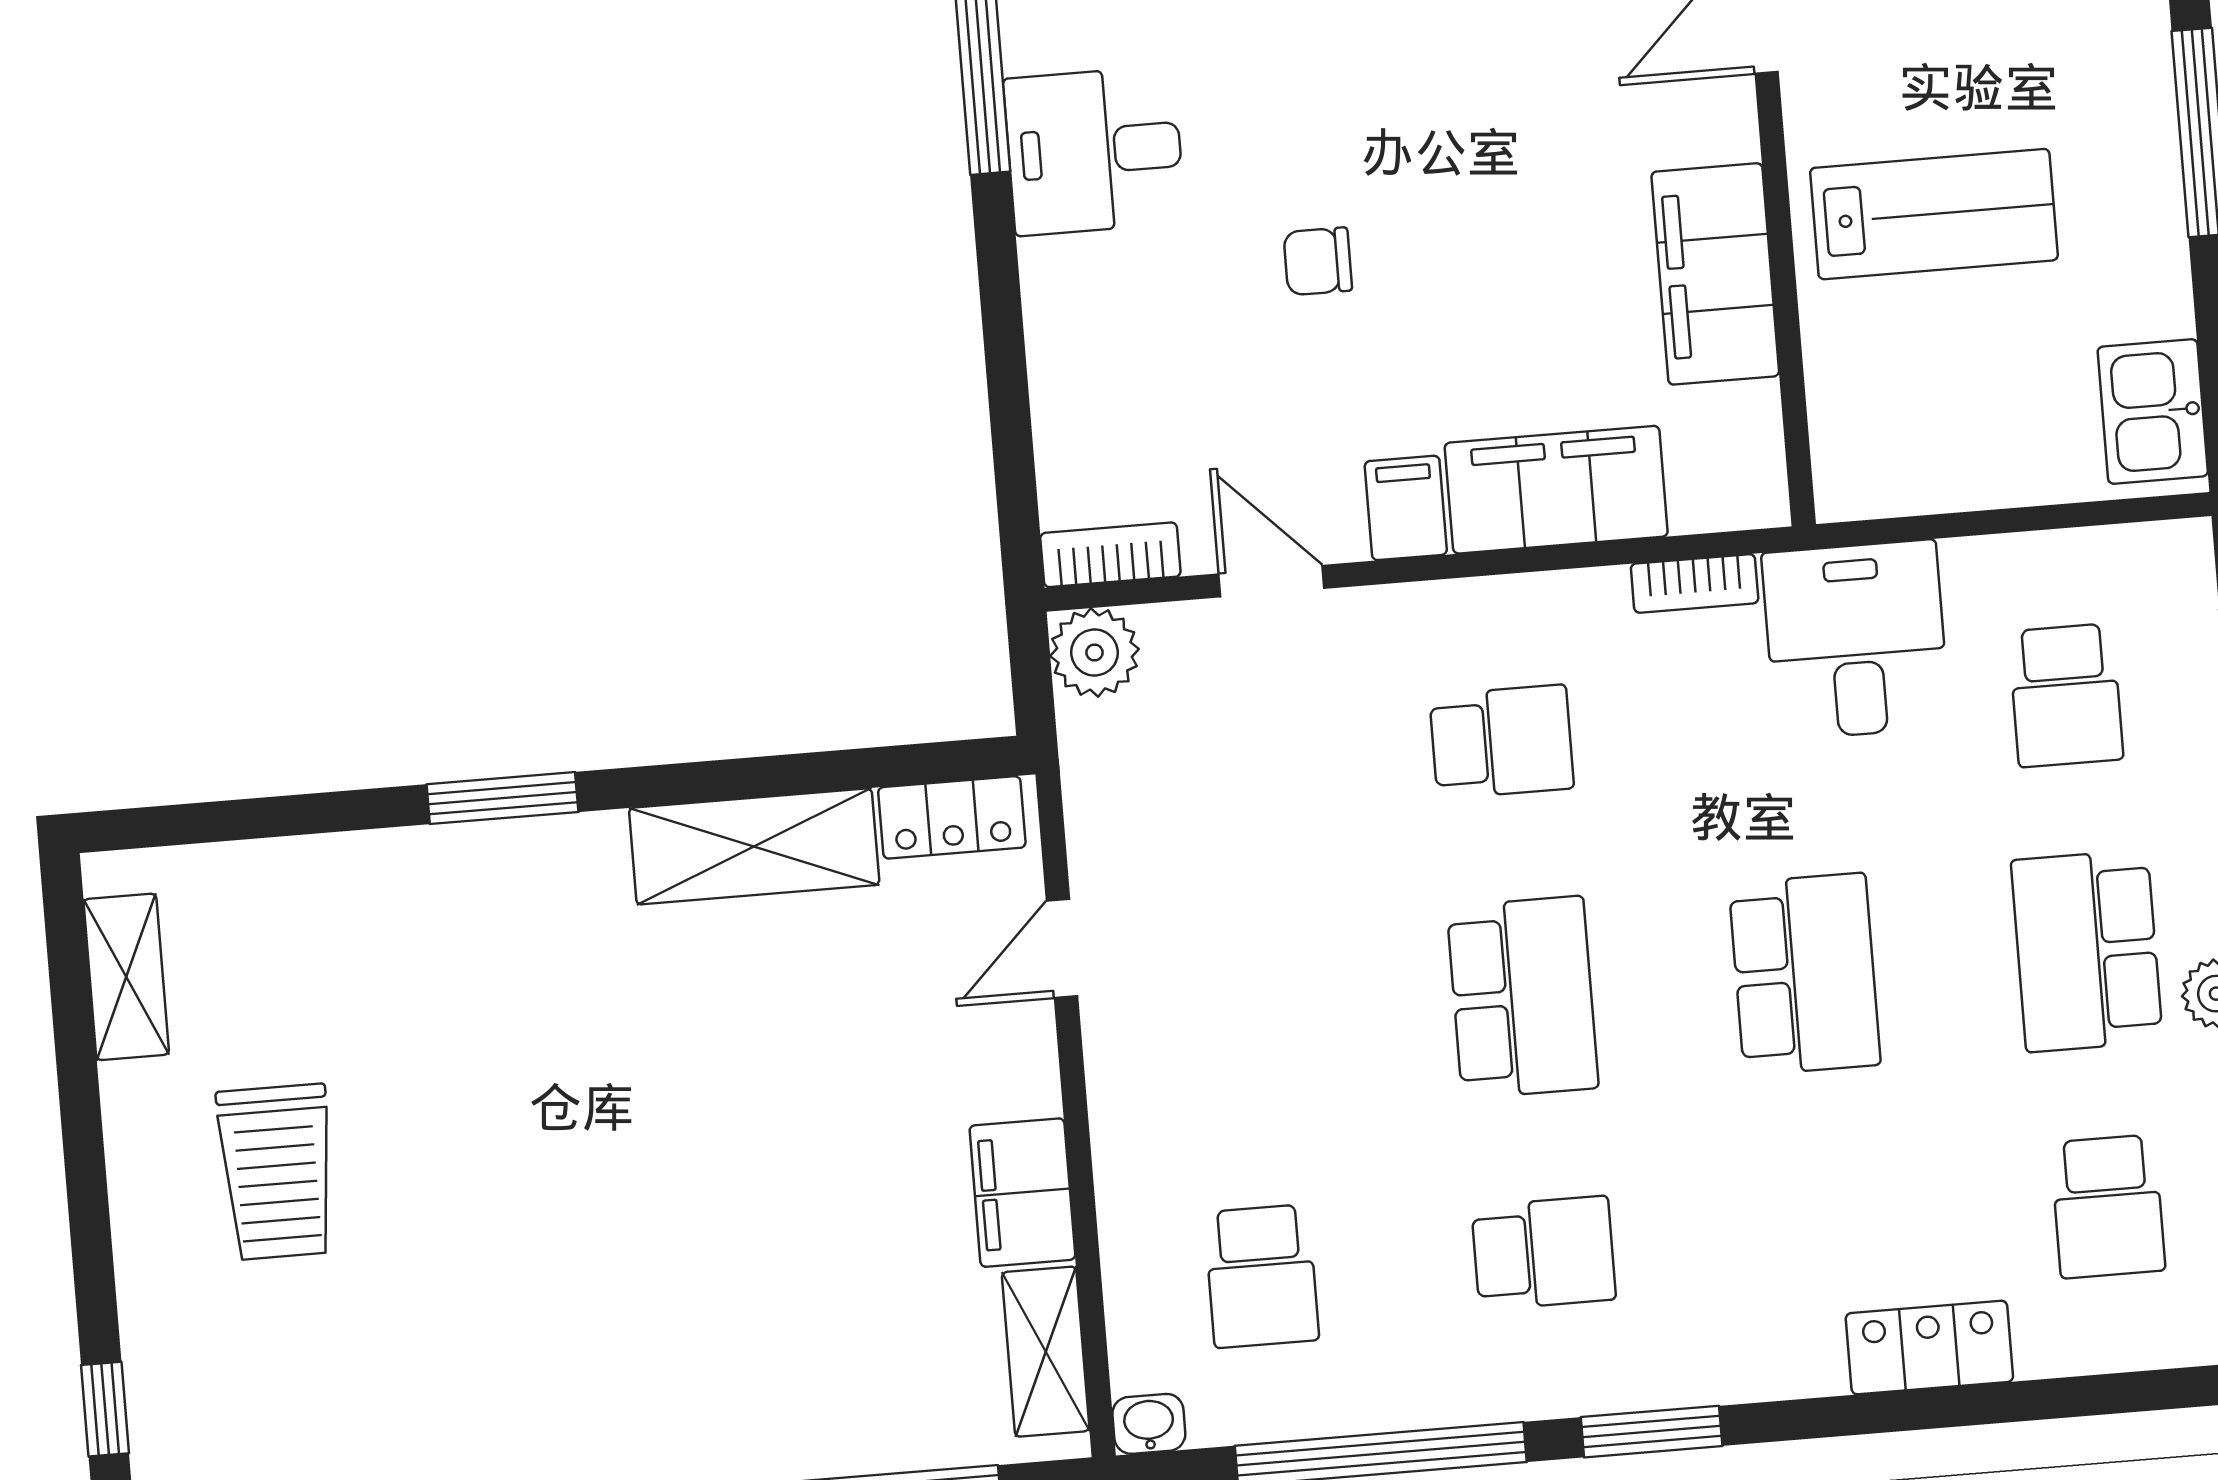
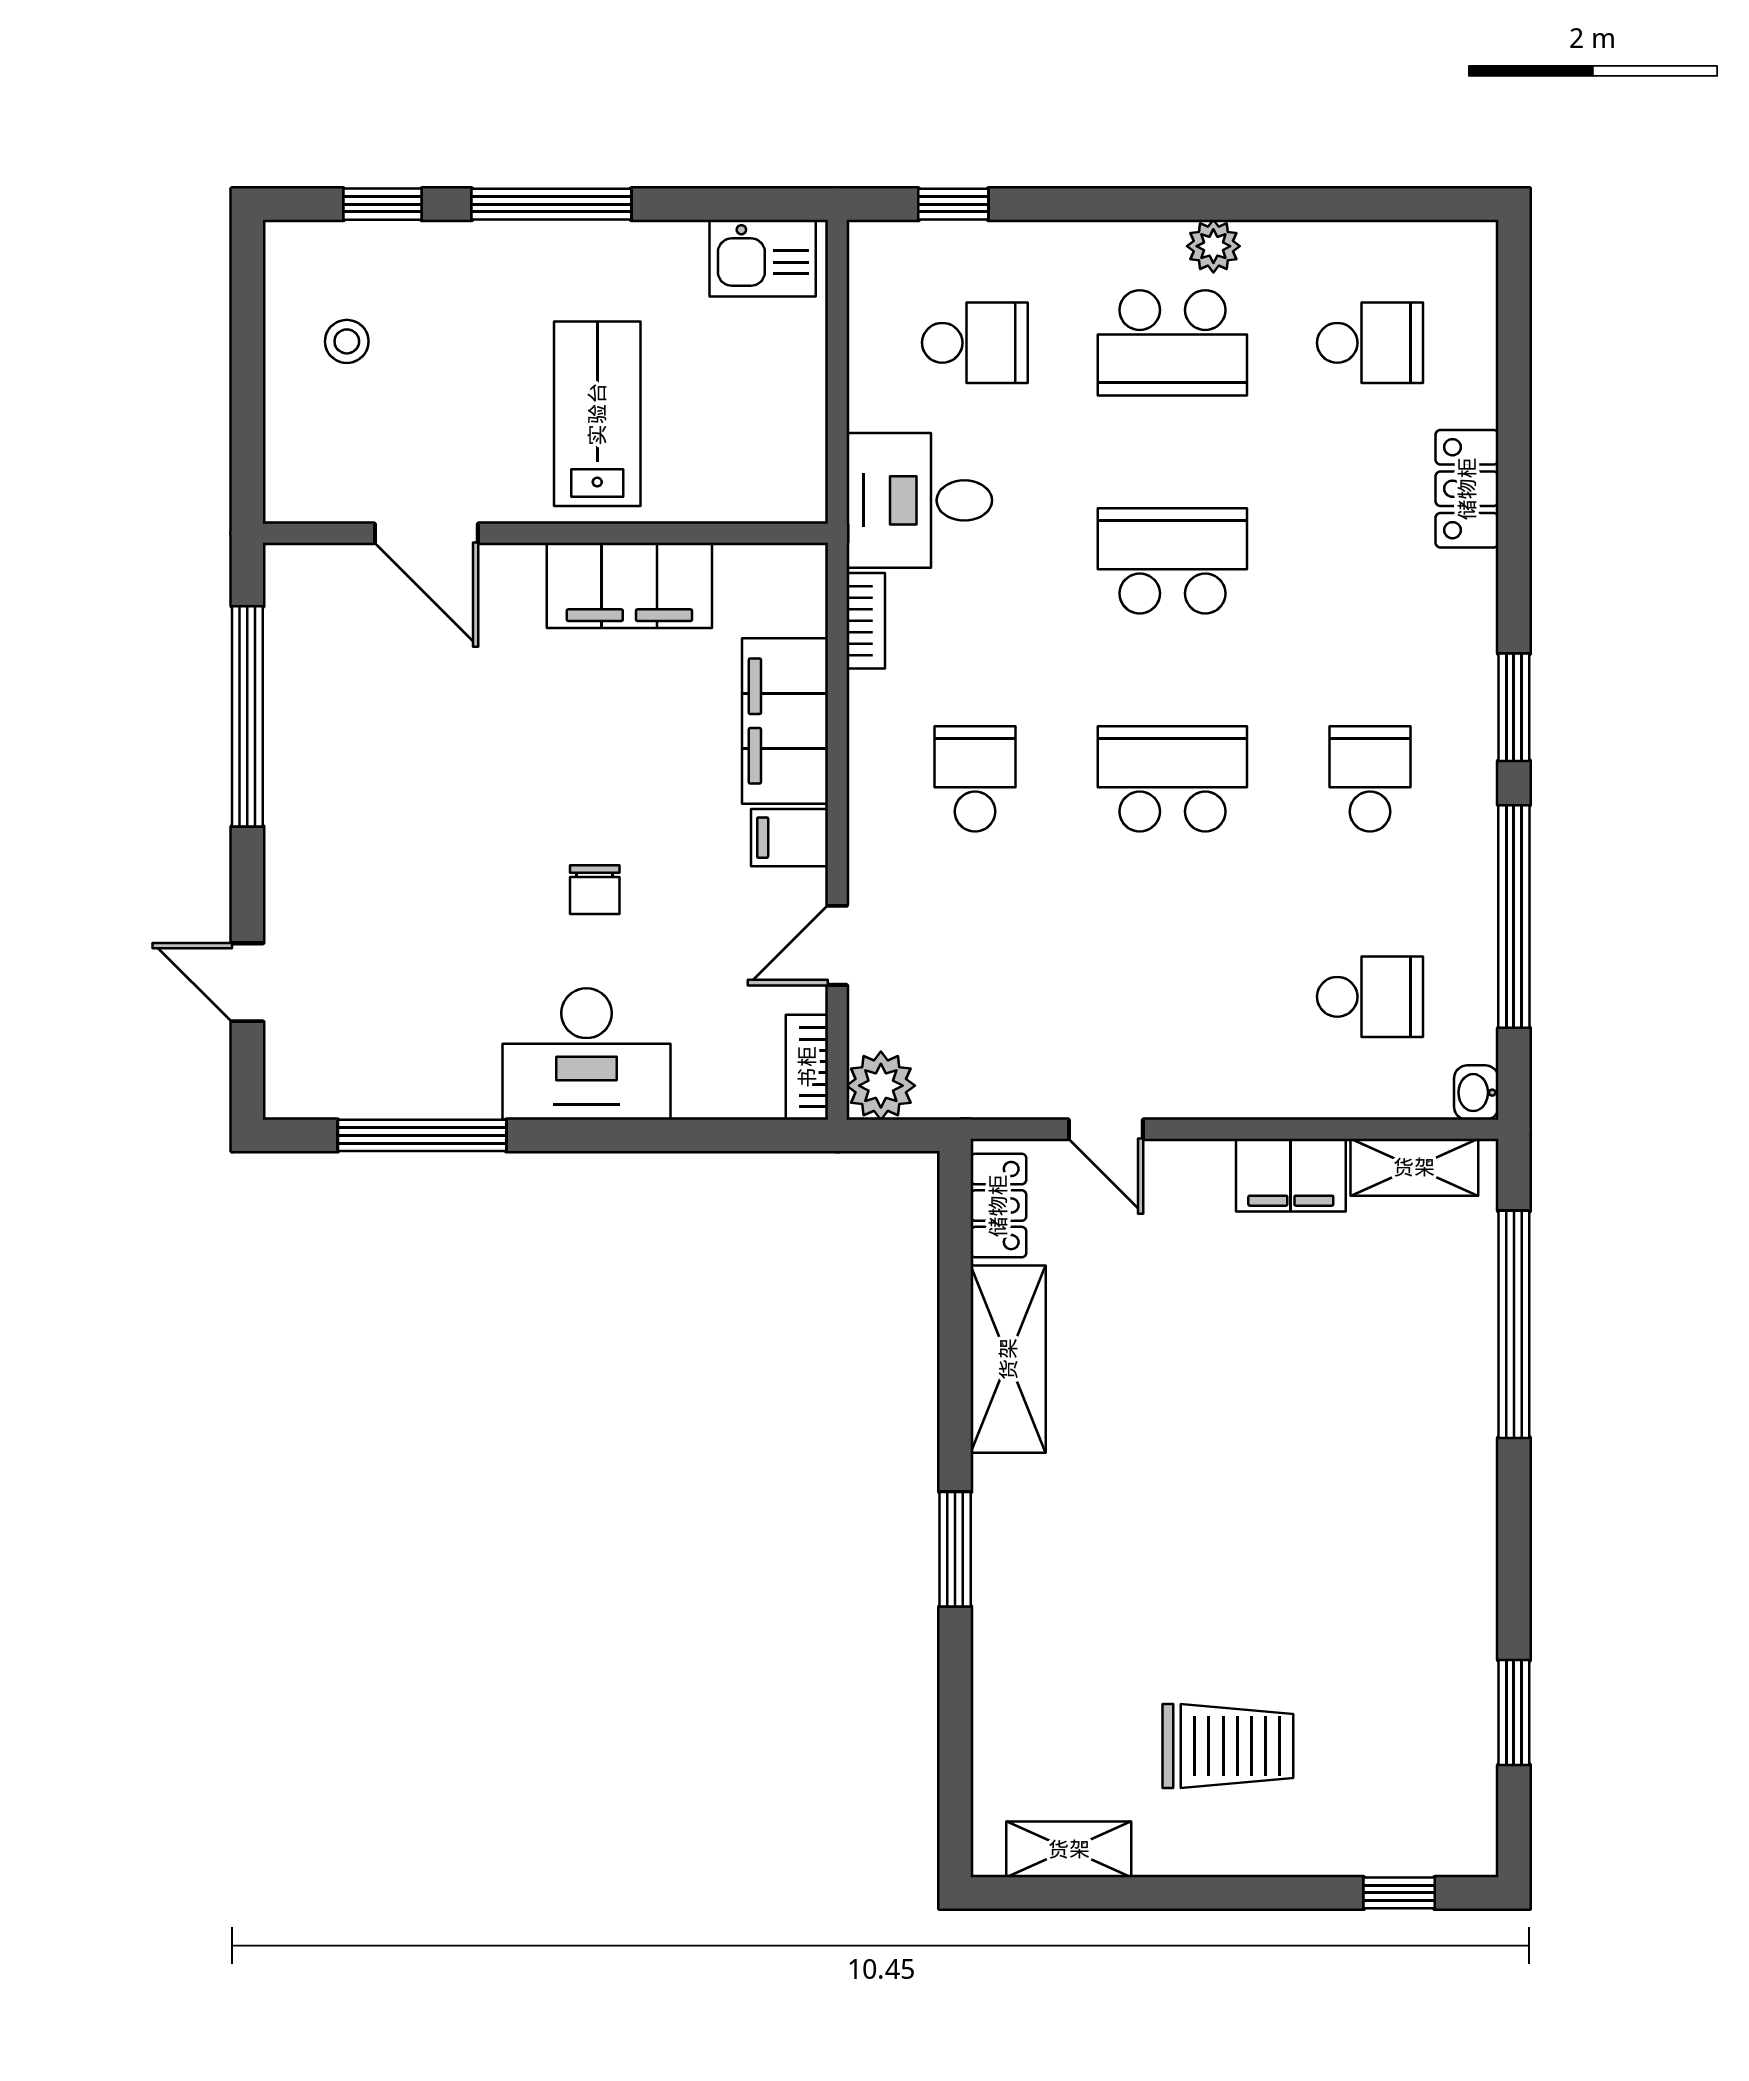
desk: (1094, 151) -> (586, 1054), moved, width x1.37

